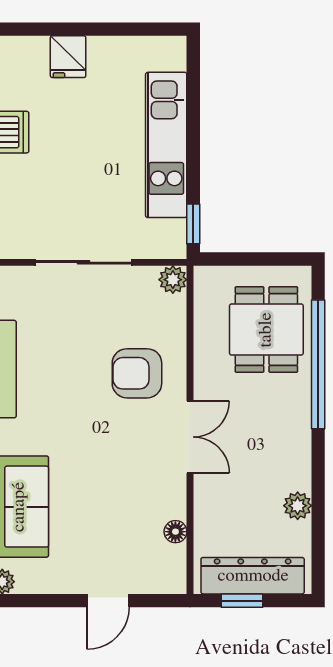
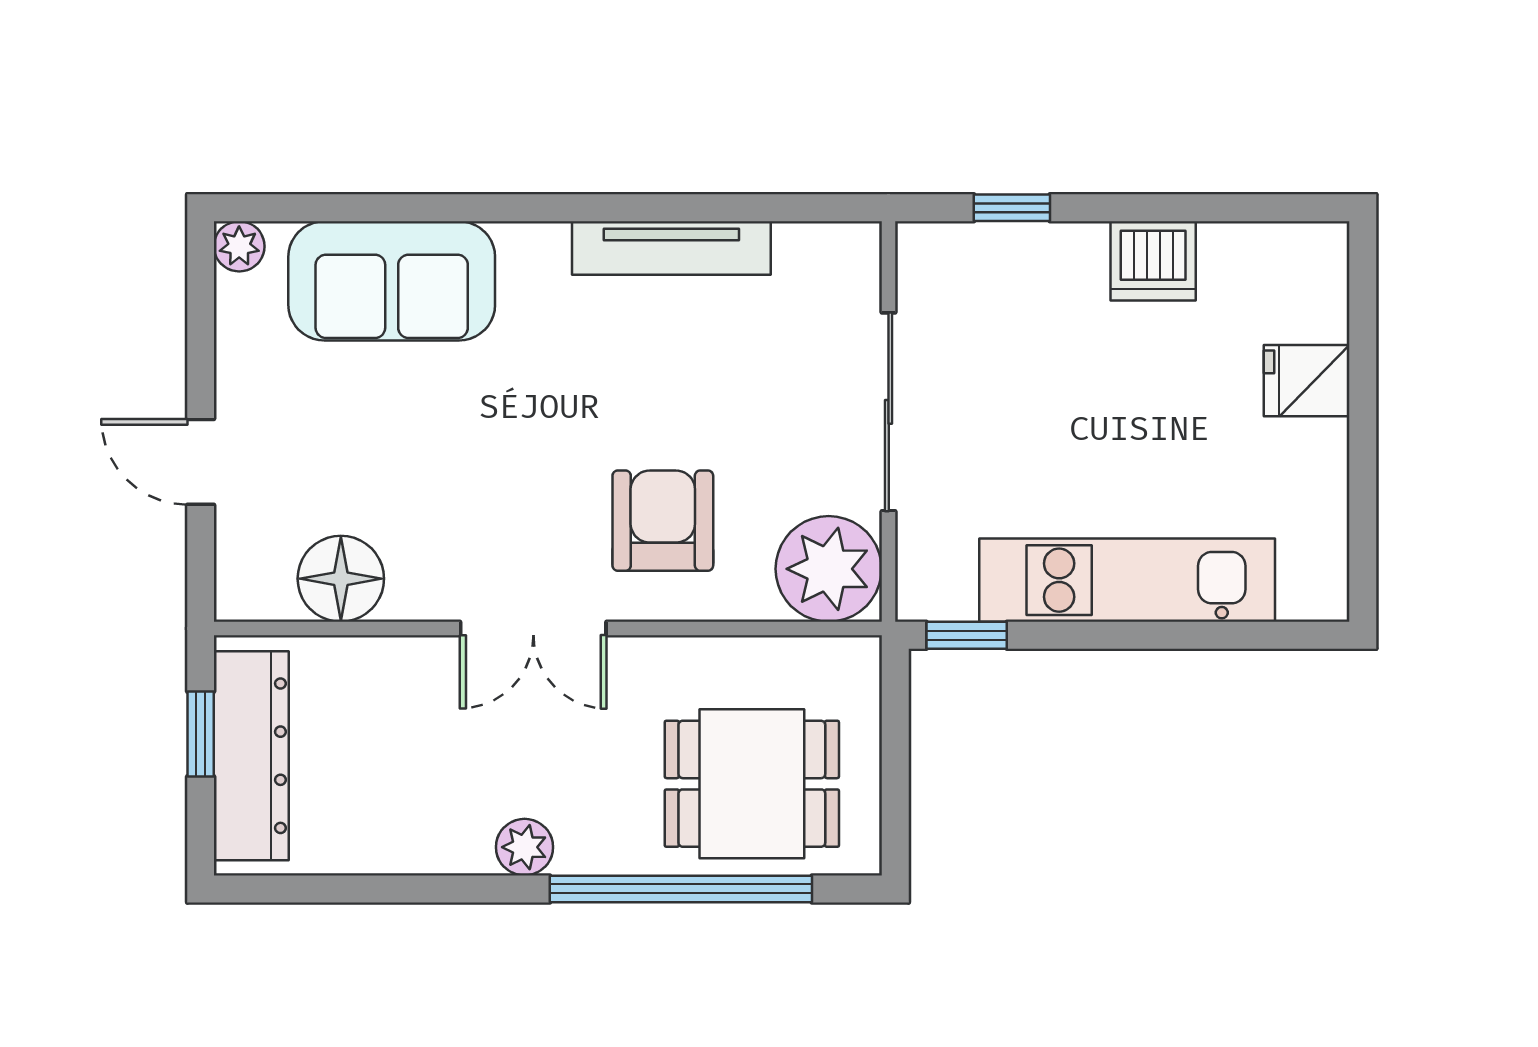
plant: (173, 280) -> (829, 569), width x1.88, depth x1.88
plant: (298, 506) -> (525, 847), moved
floor lamp: (175, 532) -> (341, 579), width x1.89, depth x1.89

